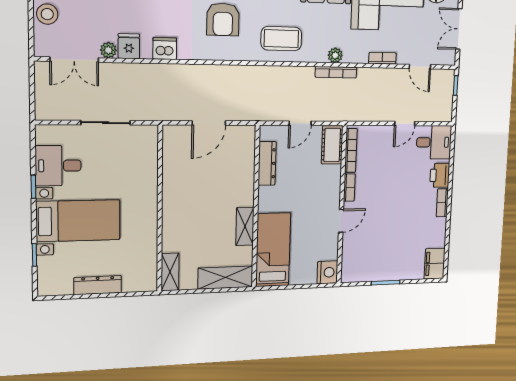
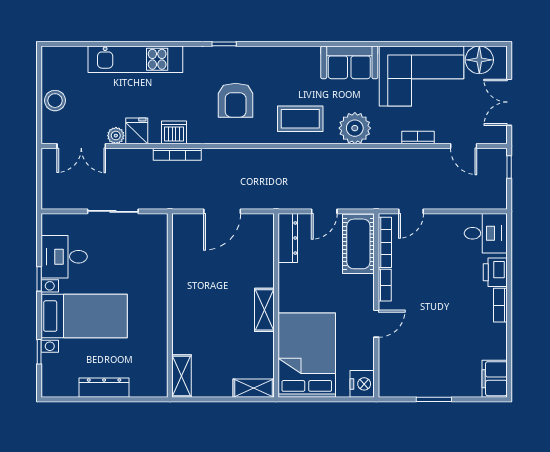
plant: (335, 55) -> (355, 128), width x1.87, depth x1.87
bookcase: (336, 72) -> (177, 154), moved
door: (405, 124) -> (411, 211), moved
cot: (332, 145) -> (358, 244), width x1.37, depth x1.34
dresser: (267, 163) -> (288, 238), moved
shelving: (245, 226) -> (264, 310), moved
bed: (273, 250) -> (307, 355), width x1.50
shelving: (225, 277) -> (254, 388), width x0.67, depth x0.75

